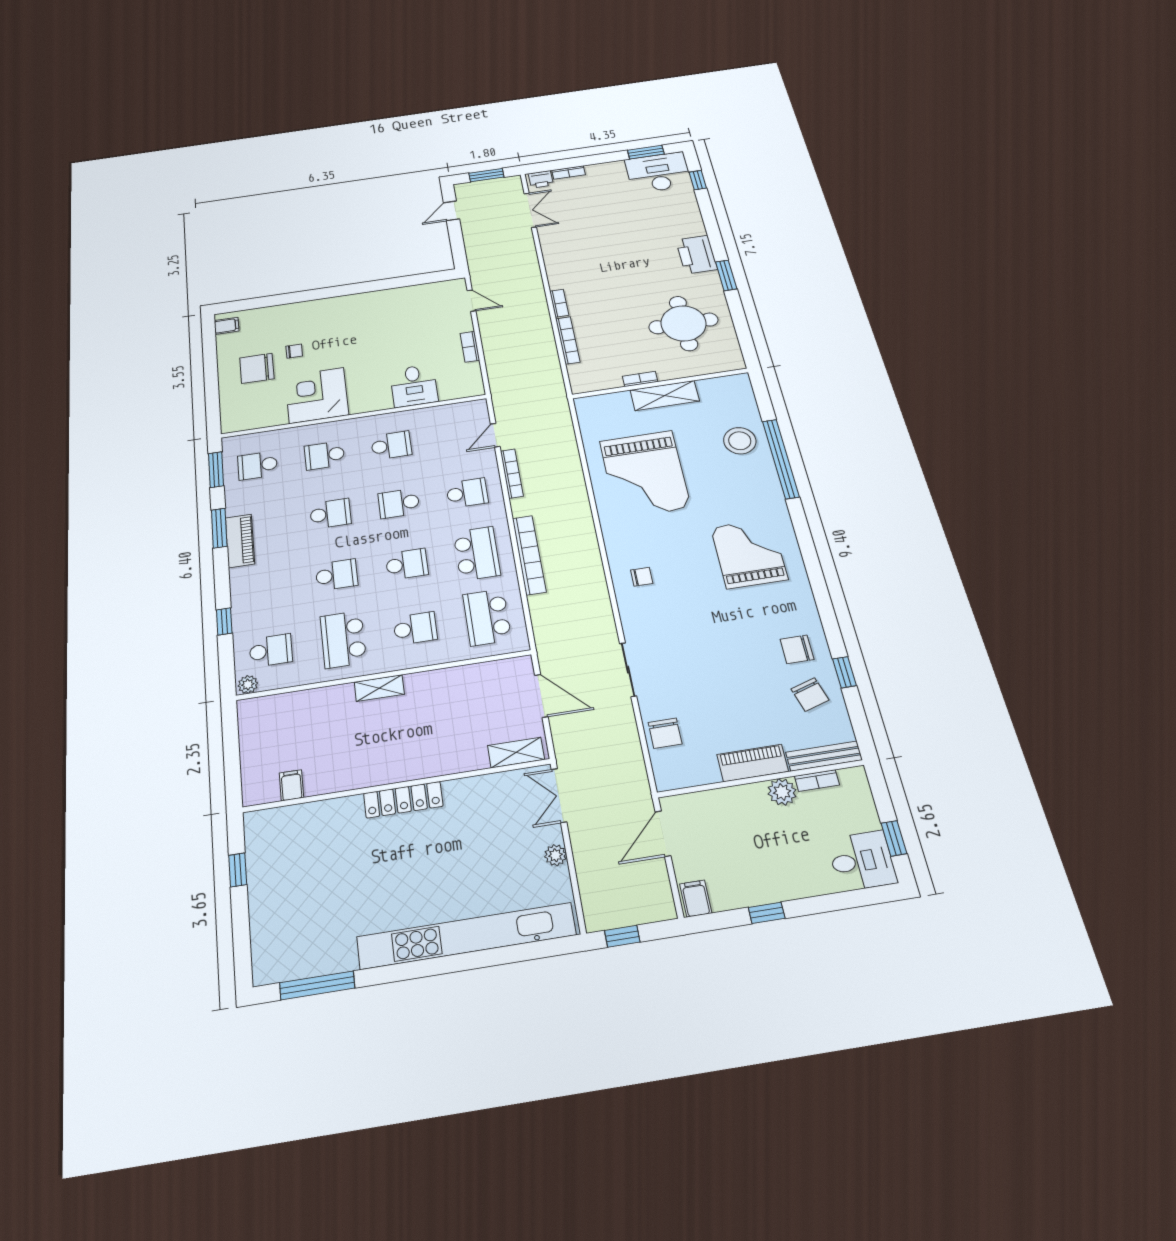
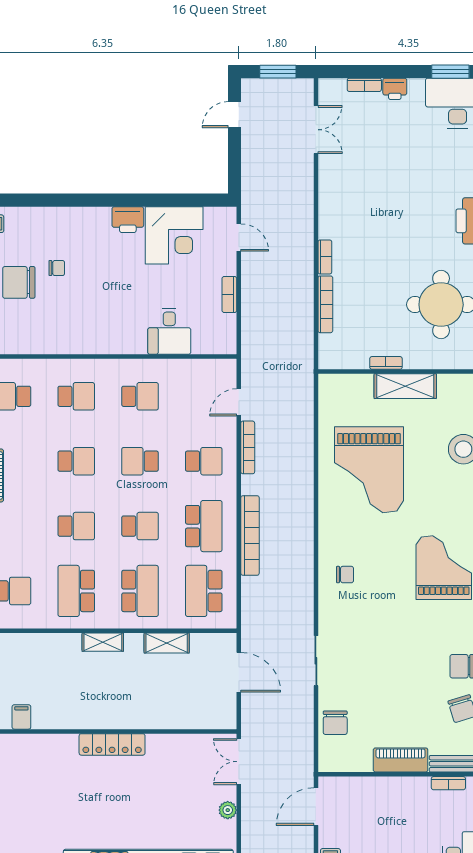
printer: (541, 179) -> (395, 89), moved
printer: (360, 303) -> (128, 220), added
corner desk: (317, 395) -> (174, 235), moved, turned 180
school desk: (324, 455) -> (76, 396), turned 180
school desk: (415, 628) -> (140, 591), width x1.85
shelving: (516, 753) -> (167, 643), moved
plant: (782, 792) -> (418, 788), removed

